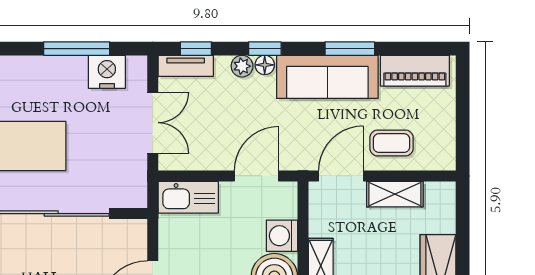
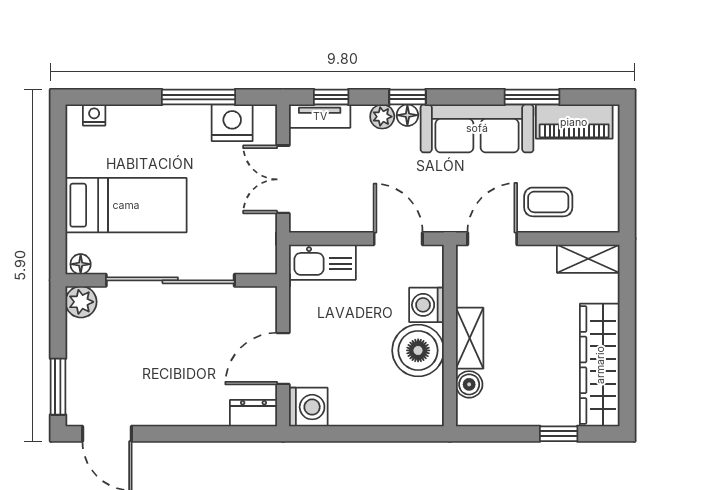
window: (350, 49) -> (532, 97), moved
double door: (153, 123) -> (283, 179), swing flipped
door: (256, 176) -> (398, 239), hinge flipped
shelving: (395, 194) -> (588, 259), moved

